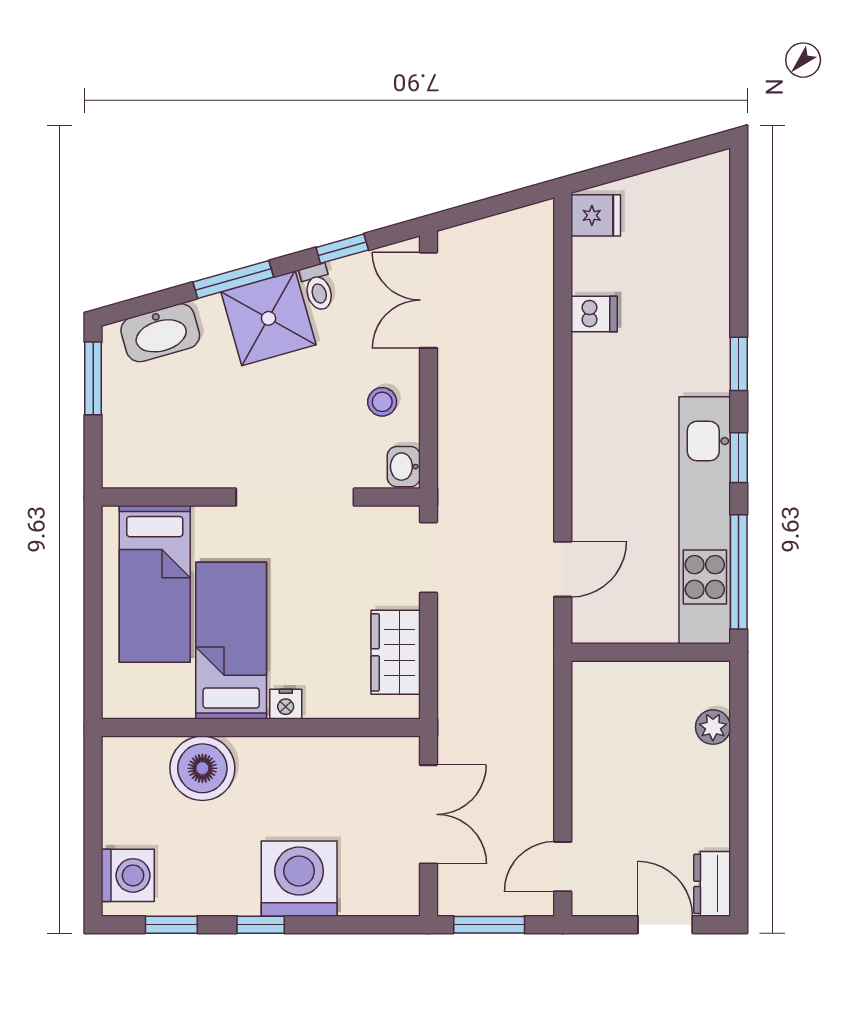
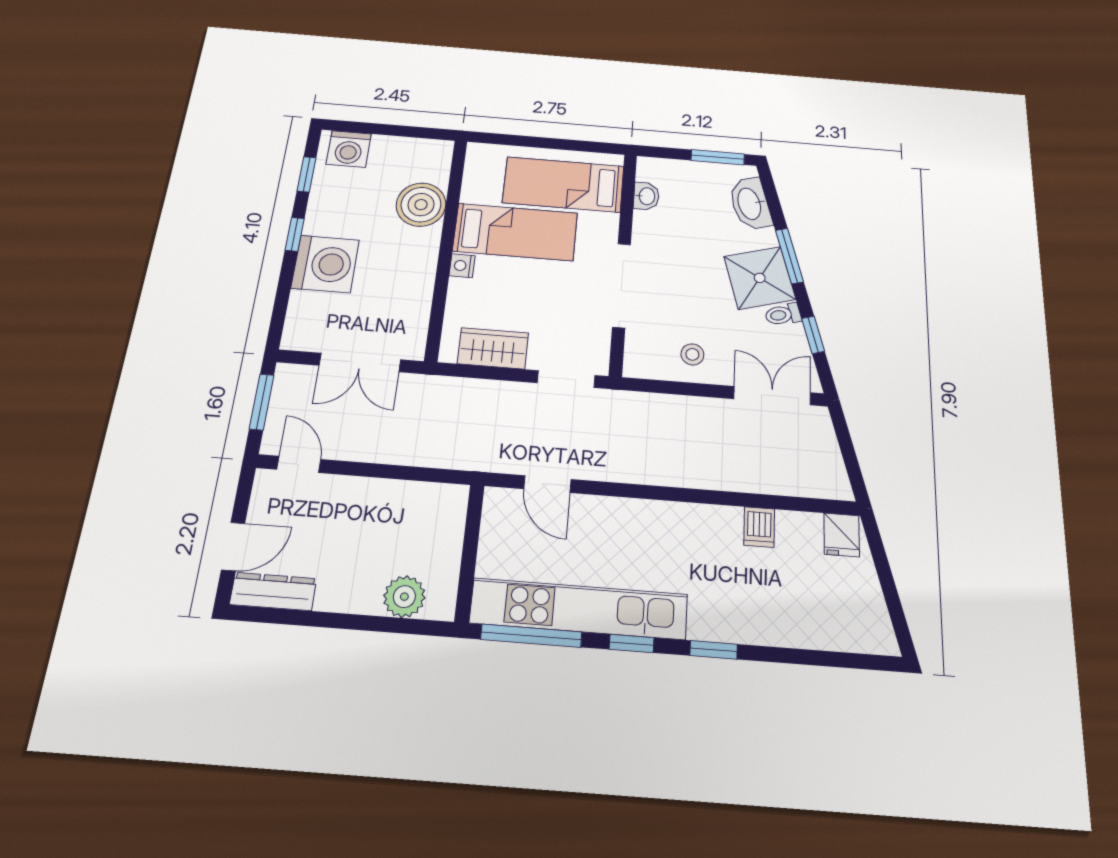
washbasin: (404, 467) -> (646, 196), moved, turned 90
plant: (713, 727) -> (404, 597), width x1.38, depth x1.38
dresser: (712, 884) -> (273, 591), width x1.44

